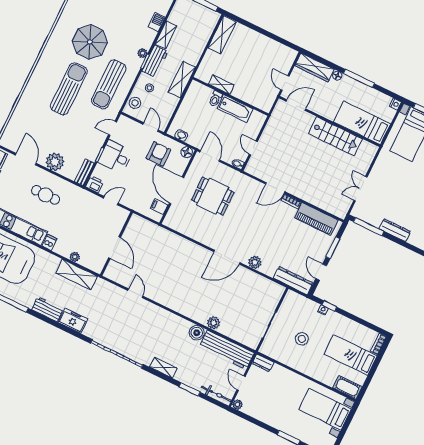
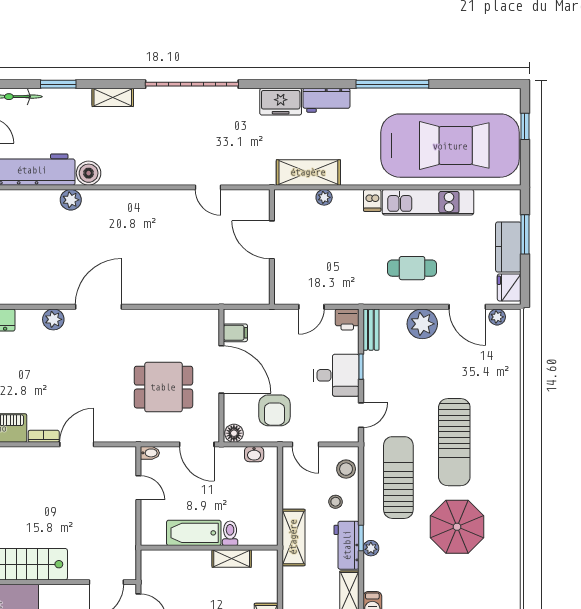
plant: (12, 146) -> (497, 317), added

